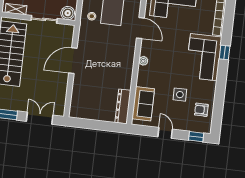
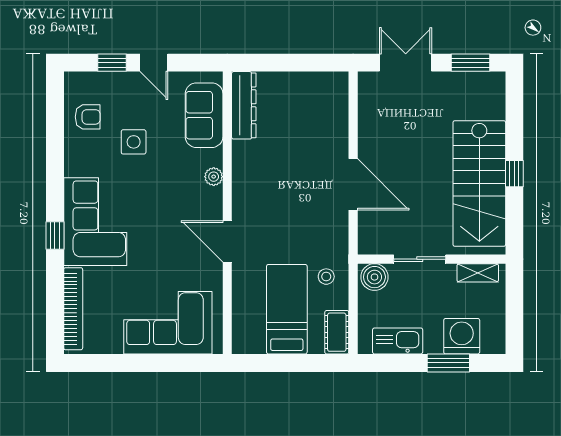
door: (140, 28) -> (227, 241), moved
door: (73, 61) -> (353, 184), hinge flipped
plant: (143, 61) -> (214, 177), moved
double door: (40, 118) -> (406, 63), swing flipped
window: (196, 137) -> (112, 63), moved

